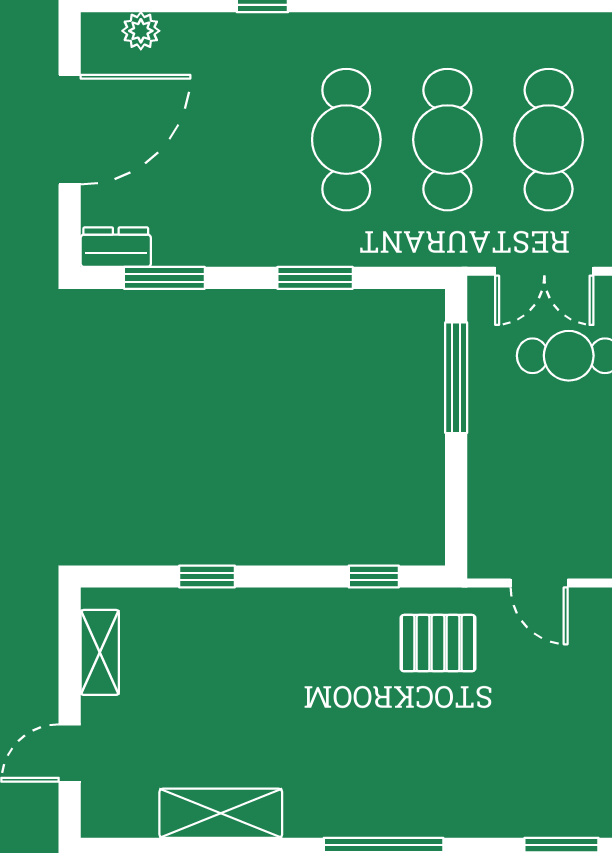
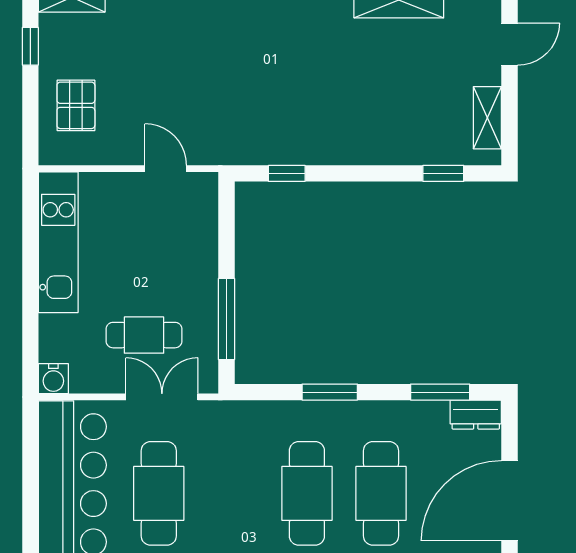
cafe table: (447, 140) -> (381, 493), moved
window: (207, 576) -> (443, 173), moved
pallet: (438, 643) -> (240, 125), removed

